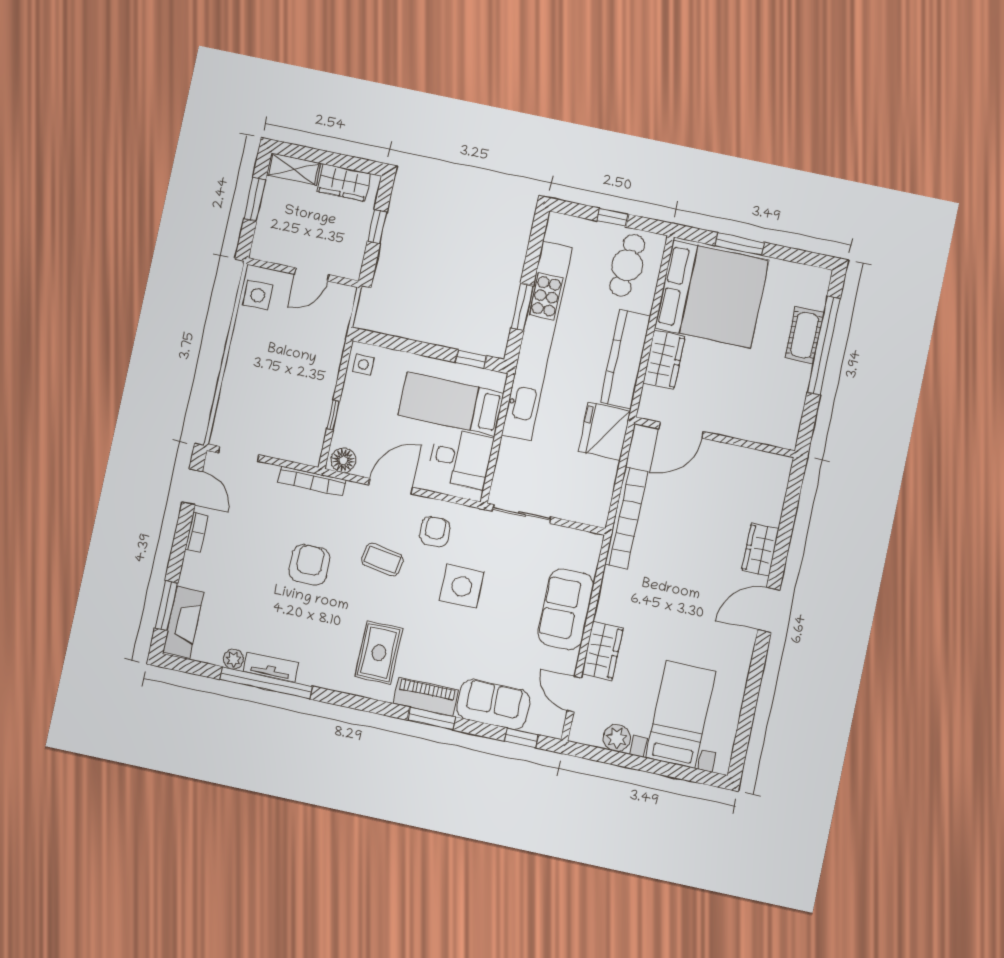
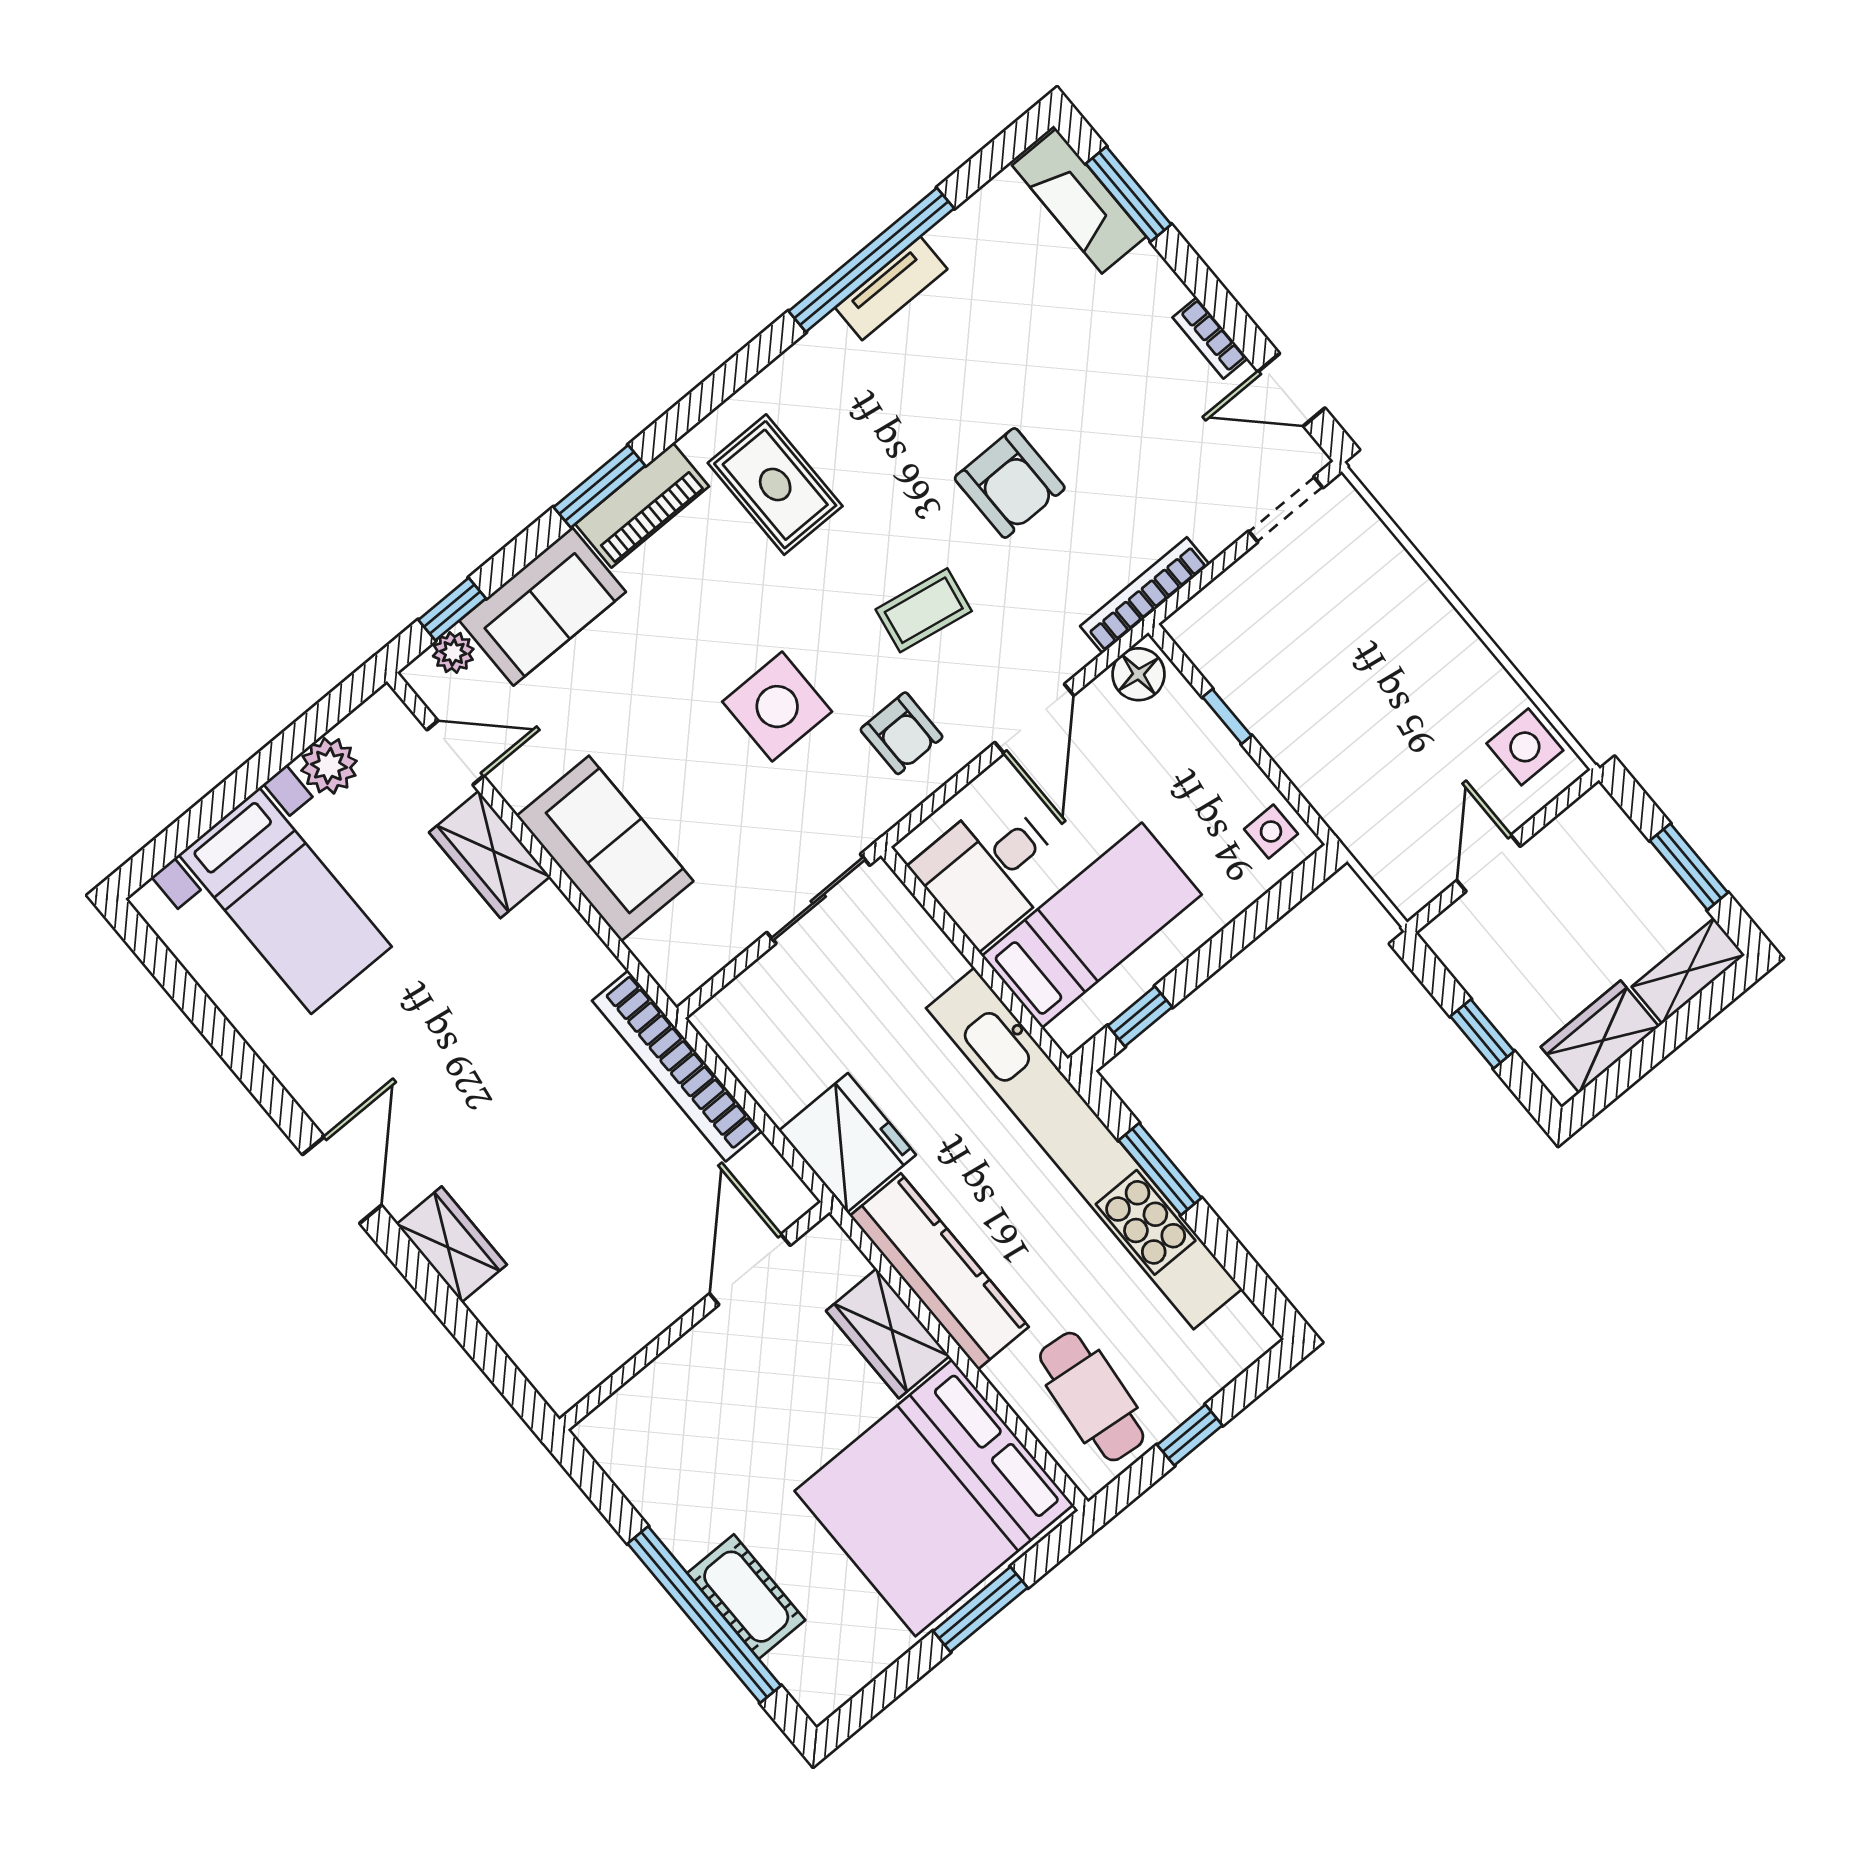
plant: (233, 659) -> (453, 653), moved

